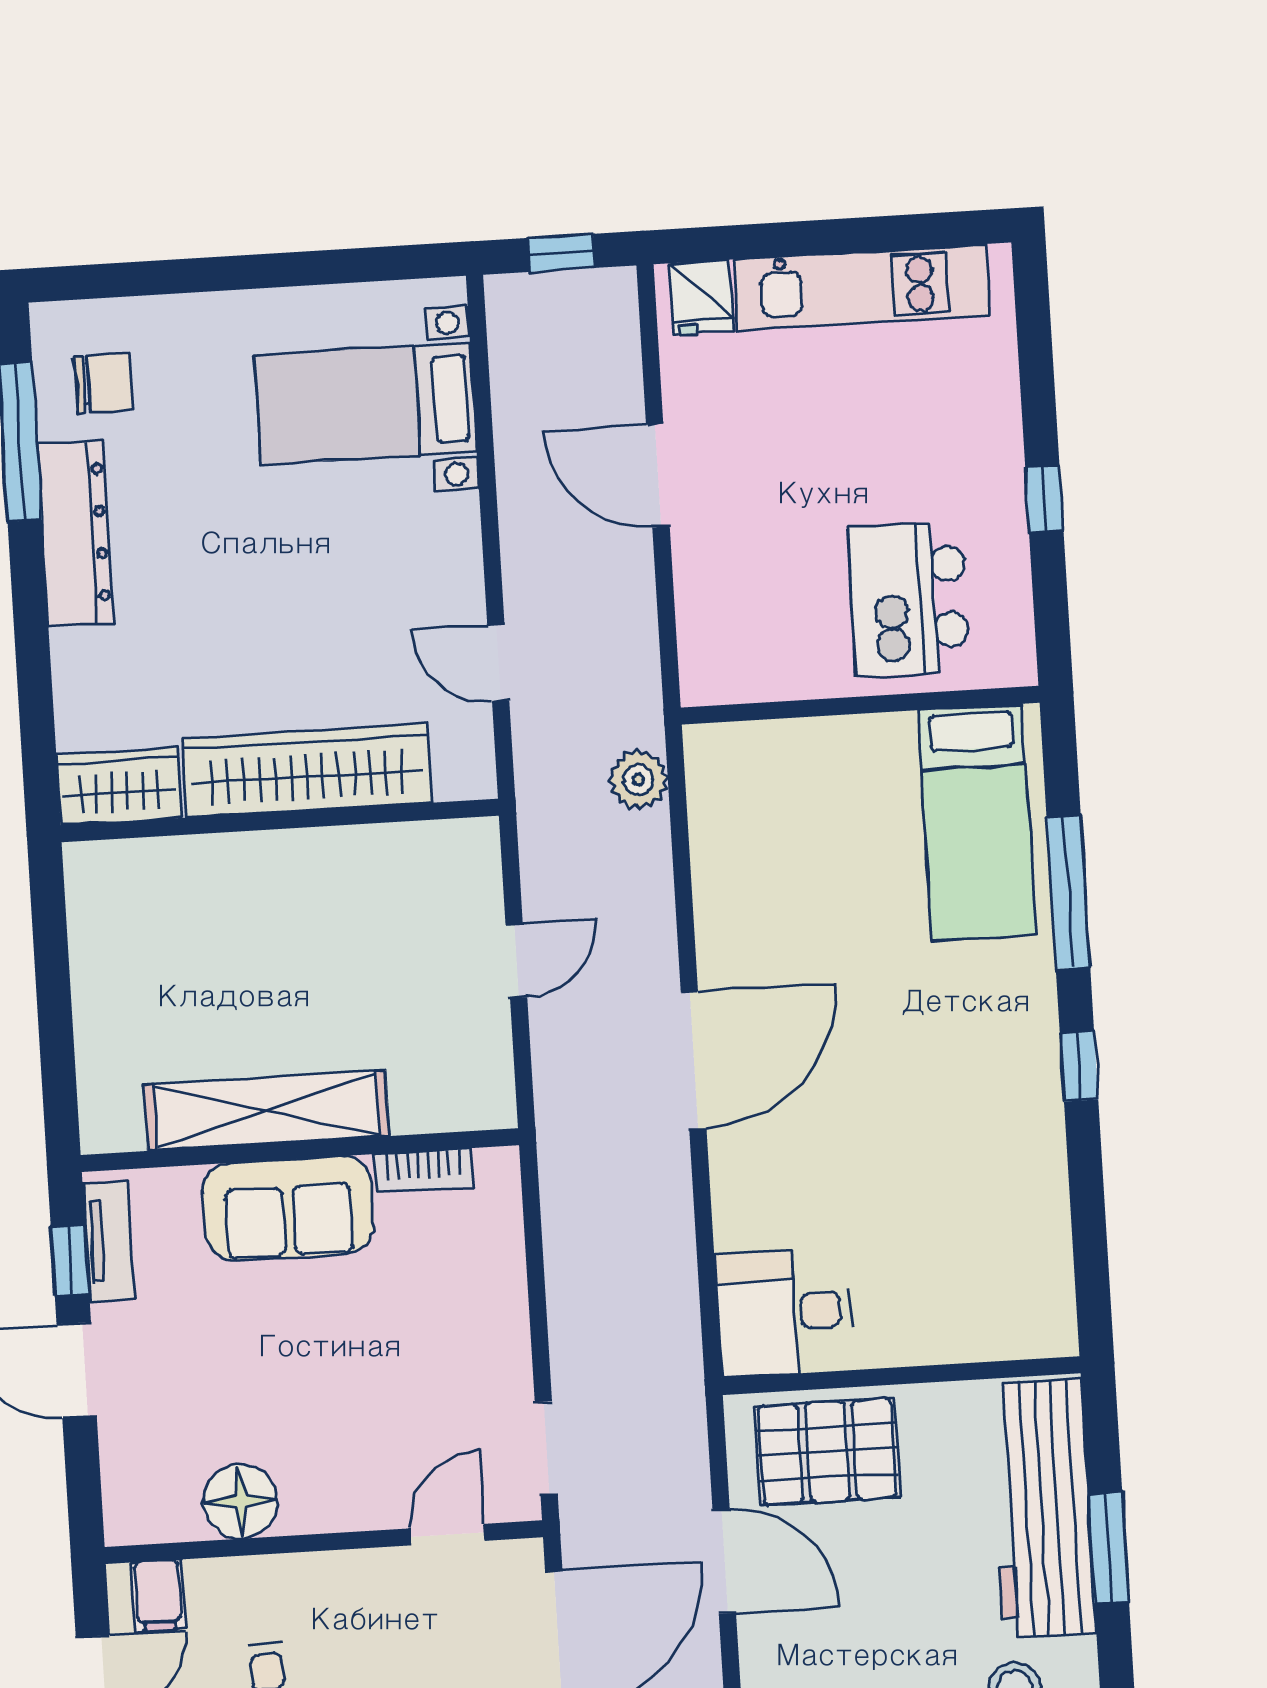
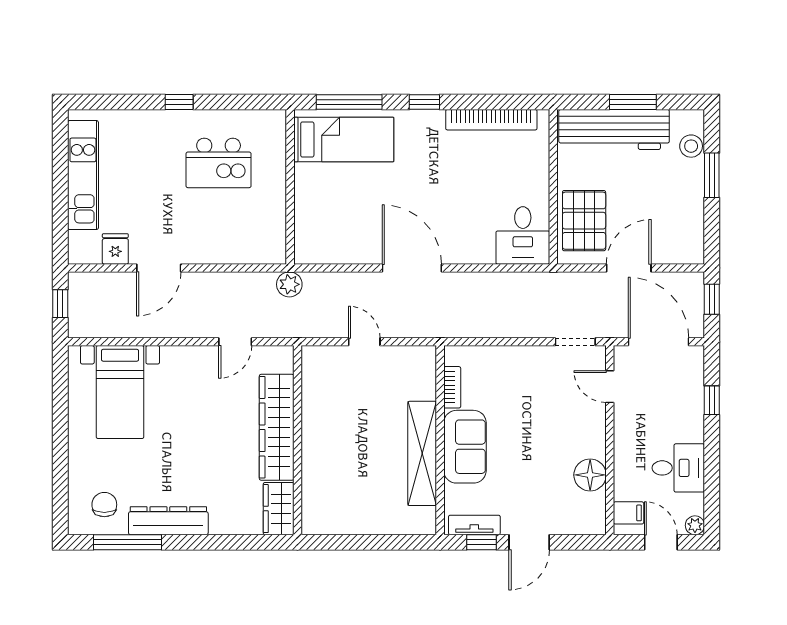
fridge: (702, 297) -> (115, 249), moved, turned -90
wall: (860, 705) -> (290, 187), moved
bed: (977, 822) -> (344, 139), moved
bookcase: (1047, 1223) -> (491, 120), added

